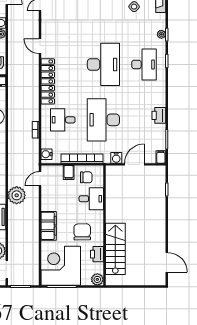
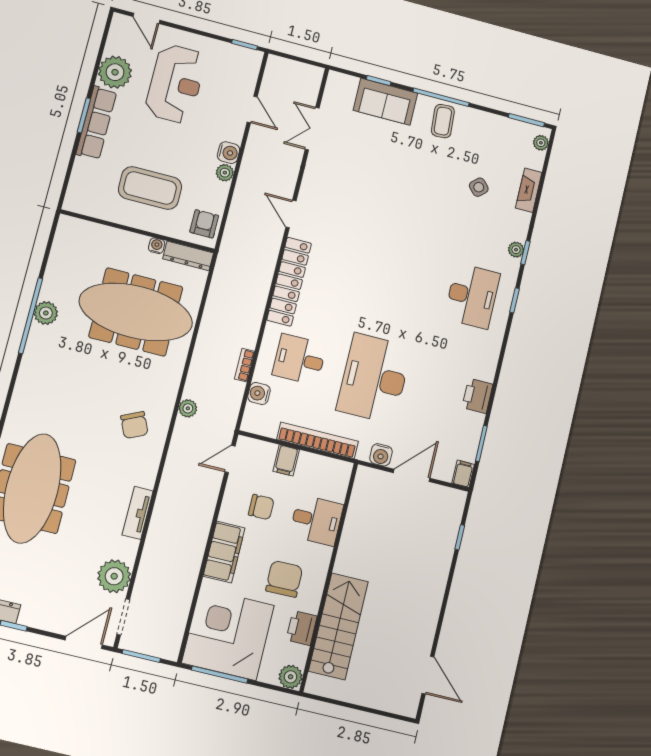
desk: (103, 64) -> (398, 277), removed
water cooler: (46, 154) -> (259, 393), moved
chair: (86, 177) -> (261, 507), moved
plant: (17, 195) -> (188, 408), moved, width x0.53, depth x0.53

